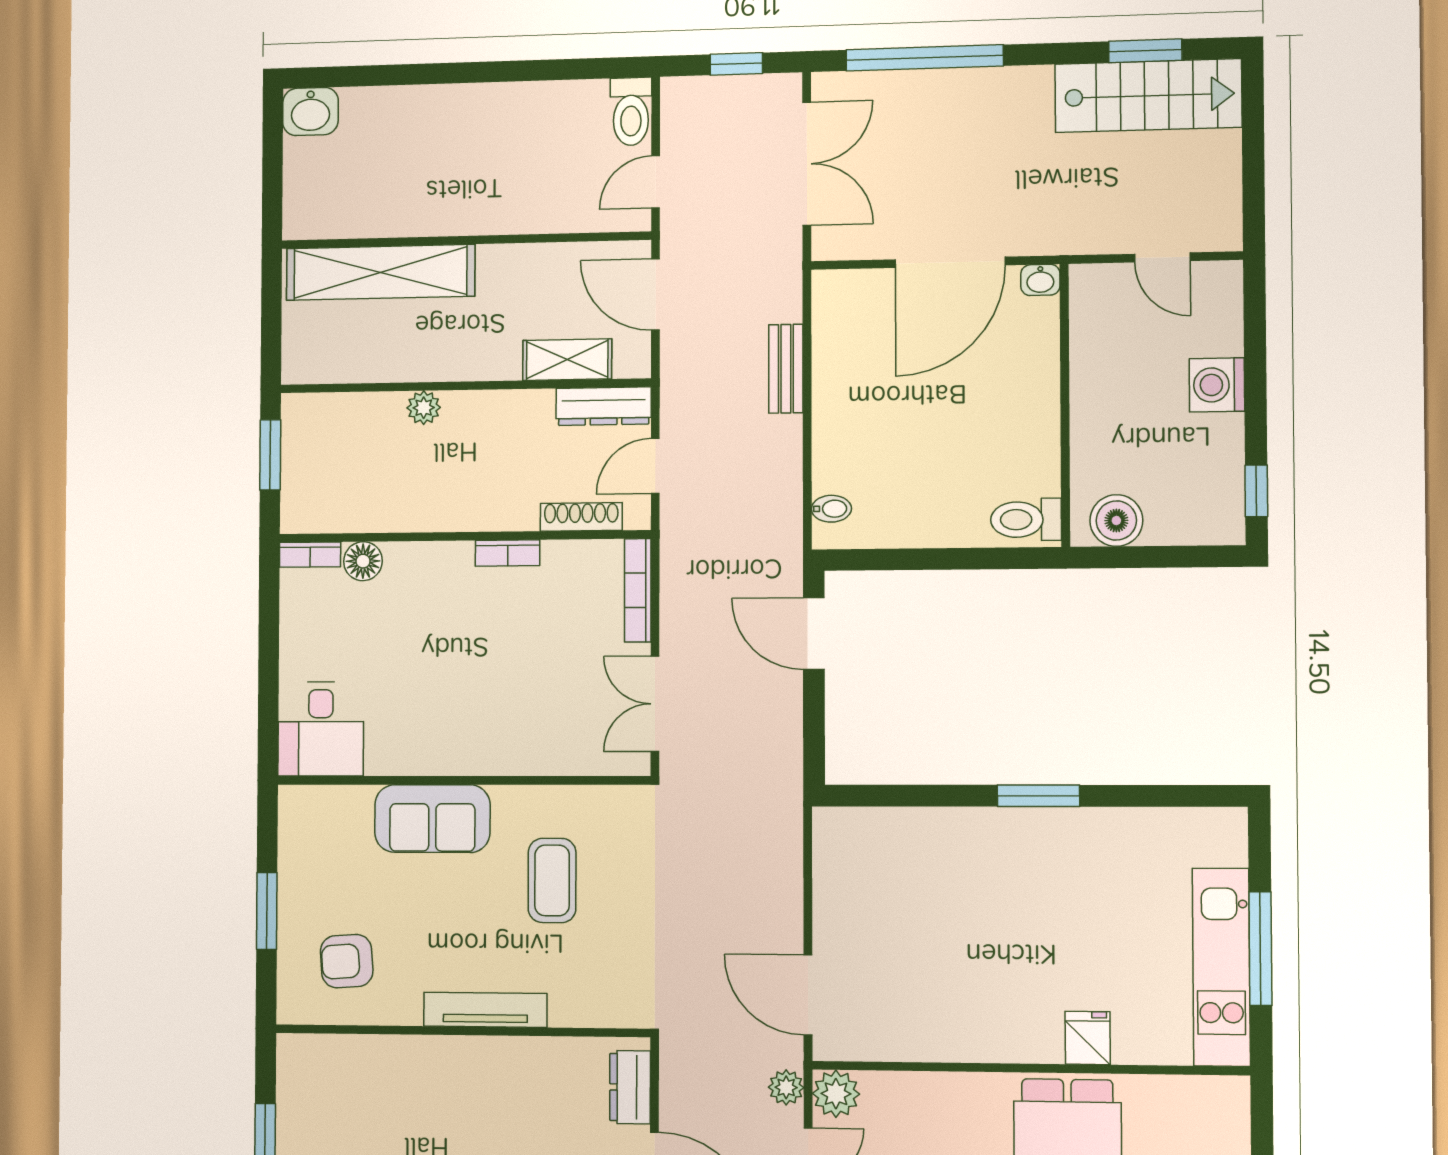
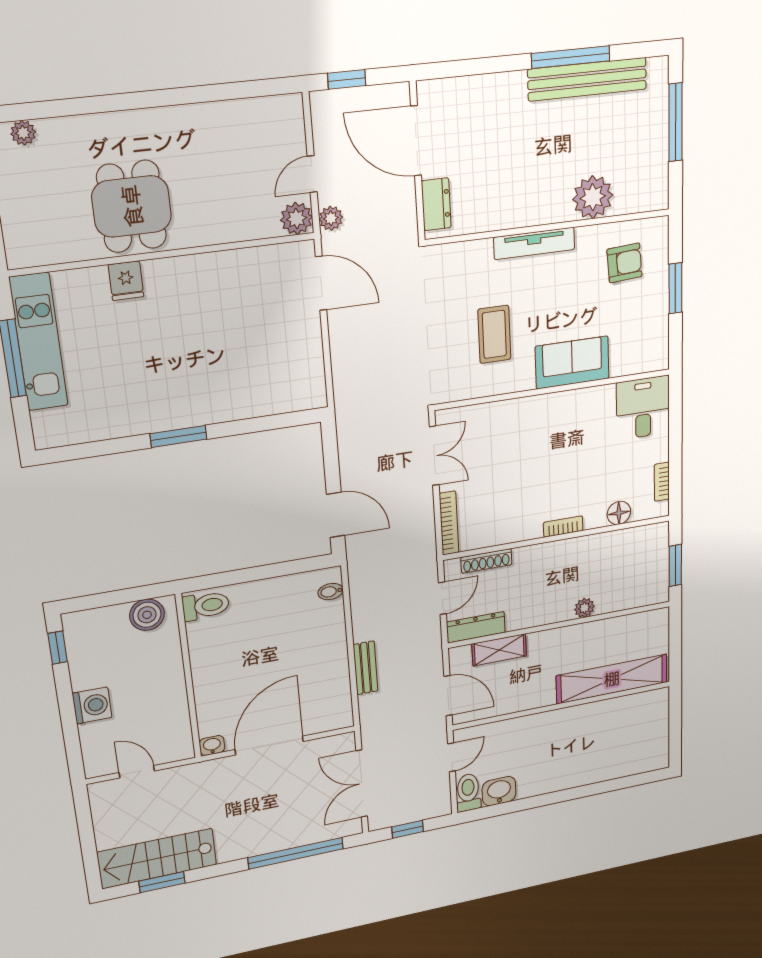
washbasin: (310, 111) -> (499, 791), moved
bookcase: (508, 553) -> (563, 527), moved
bookcase: (310, 555) -> (662, 482), moved, turned -90
plant: (394, 1066) -> (593, 197), added

